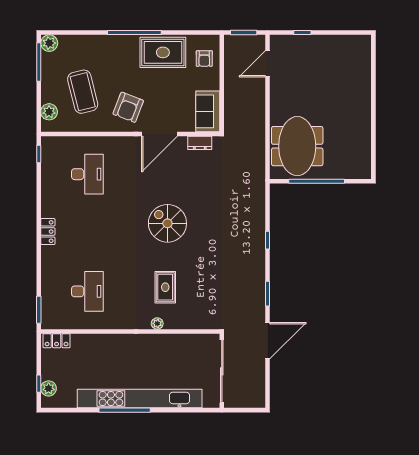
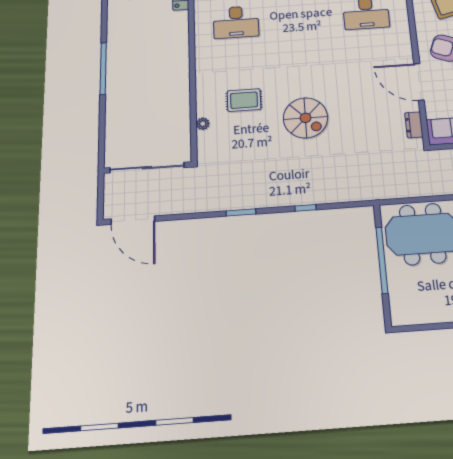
spiral stairs: (167, 223) -> (306, 118), moved, turned 90
plant: (157, 324) -> (203, 124), moved
door: (268, 341) -> (133, 220), moved
kitchen unit: (140, 399) -> (116, 83), removed

